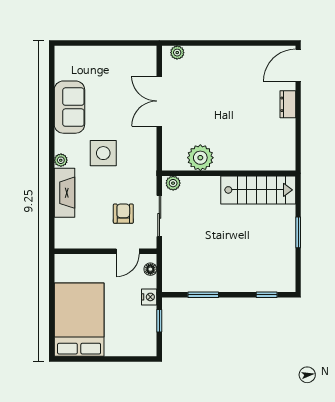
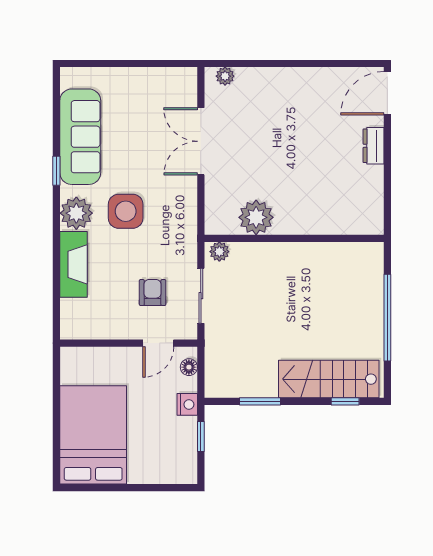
sofa: (69, 107) -> (80, 137), width x1.36
window: (52, 123) -> (56, 171), added
plant: (61, 160) -> (76, 213), width x1.87, depth x1.87
stairs: (258, 190) -> (329, 379), moved, turned 180
window: (298, 232) -> (387, 318), width x2.11

